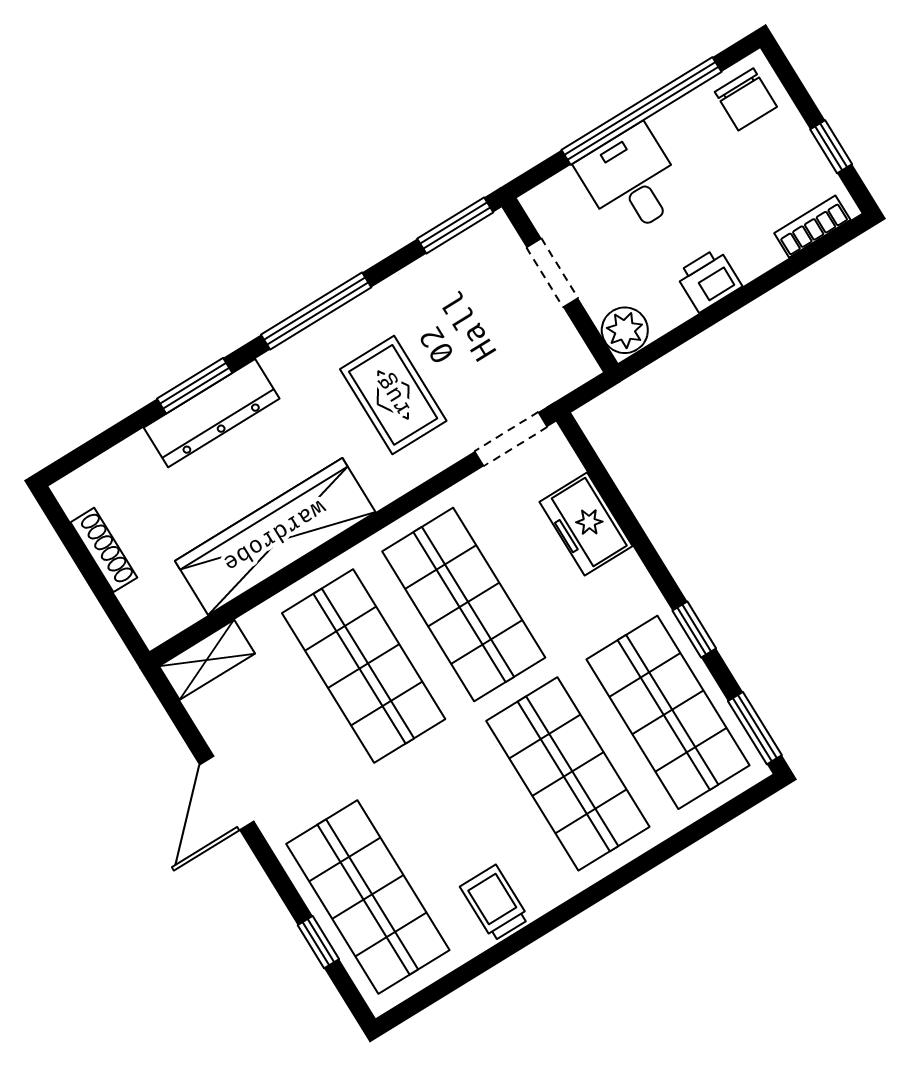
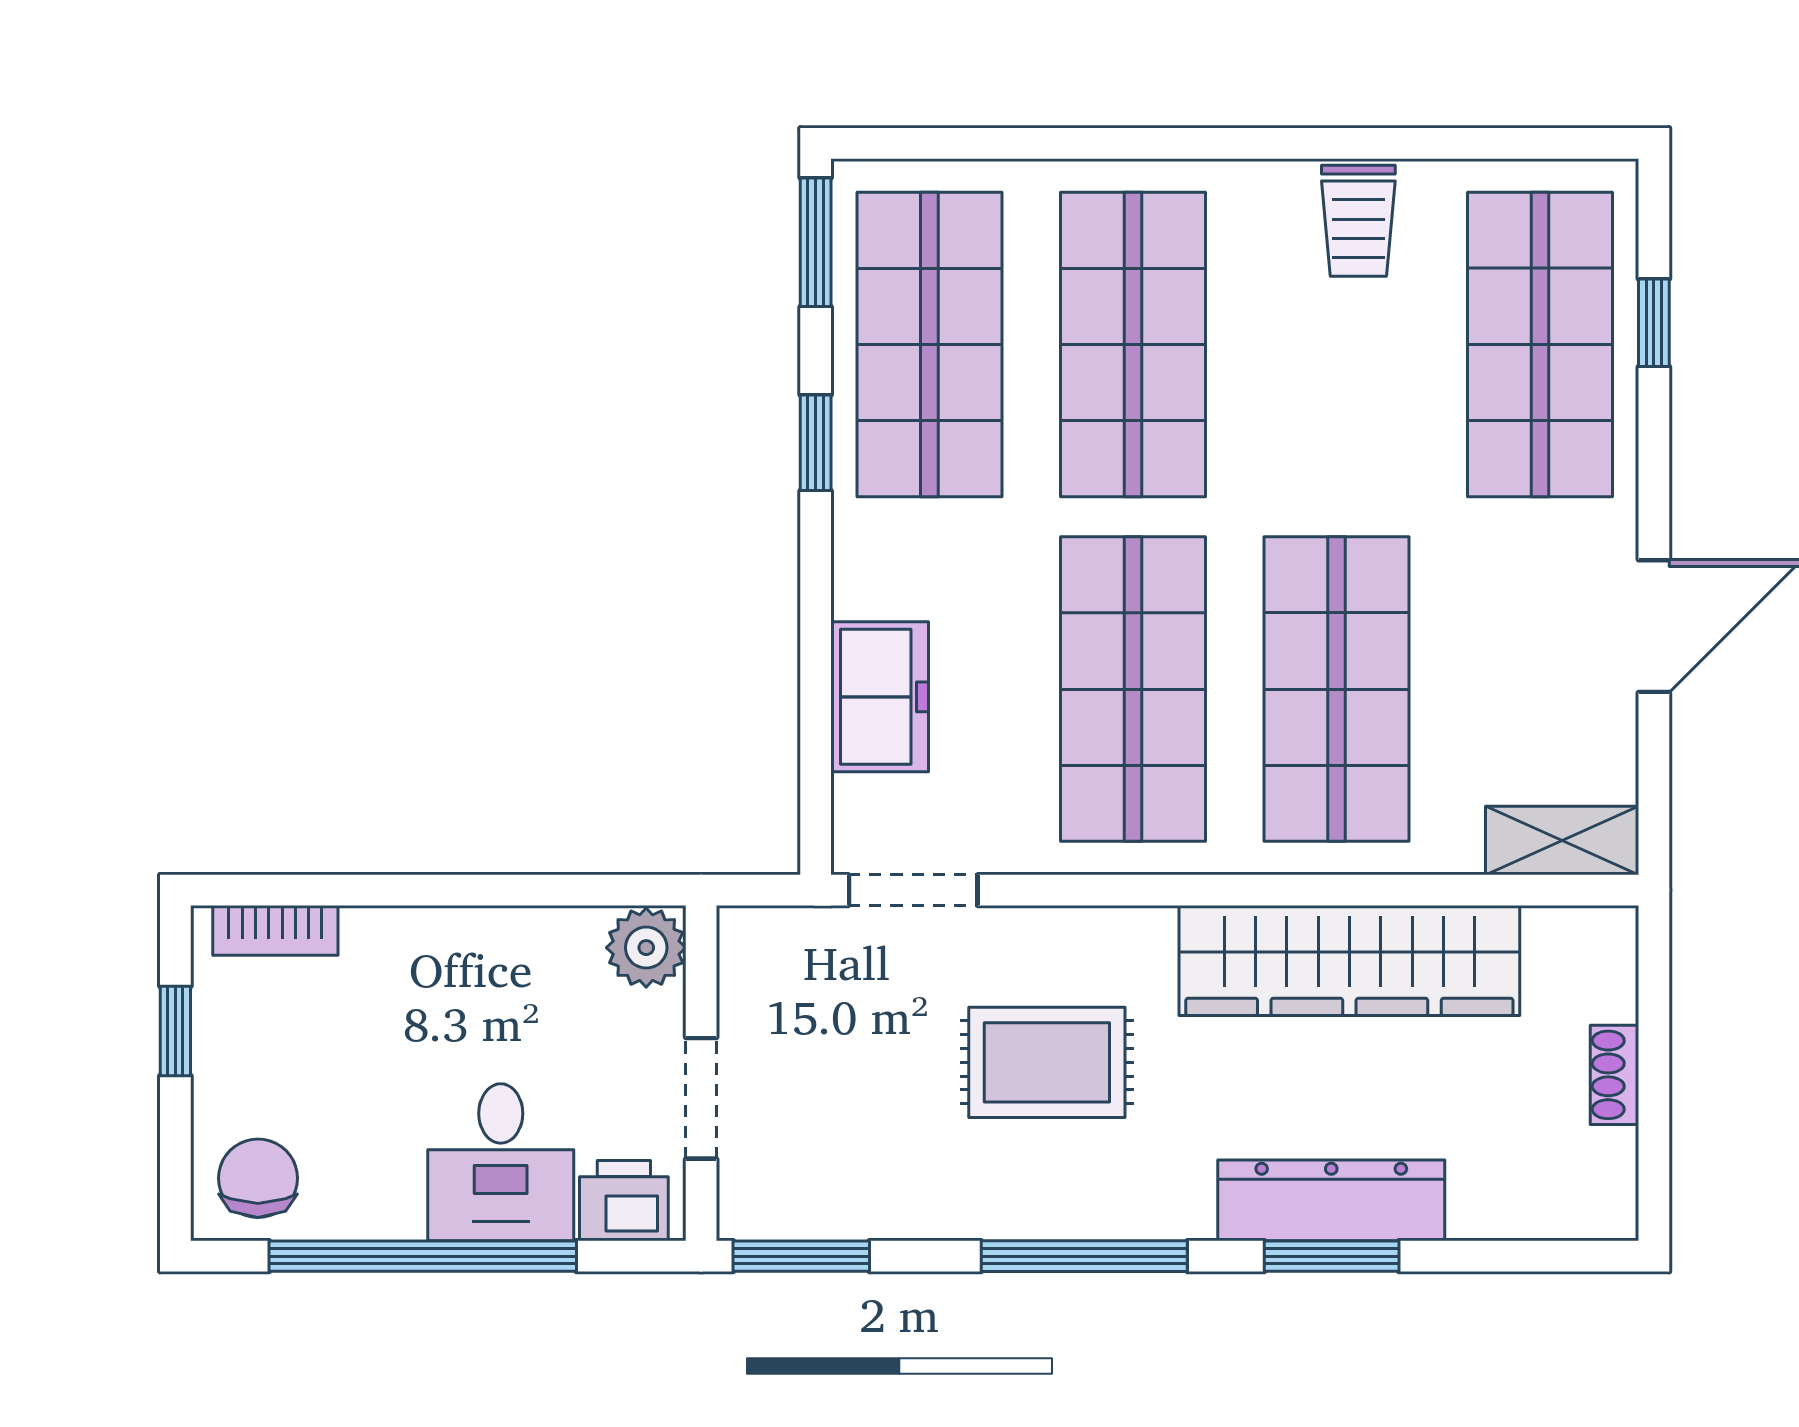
printer: (709, 280) -> (624, 1201), moved, turned 180
rug: (393, 395) -> (1047, 1062), turned 90
shoe rack: (104, 550) -> (1615, 1075), width x0.70

